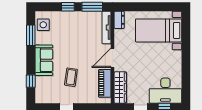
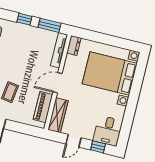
bed with nightstands: (159, 30) -> (110, 74), width x1.36
desk: (165, 91) -> (108, 131), width x0.73

